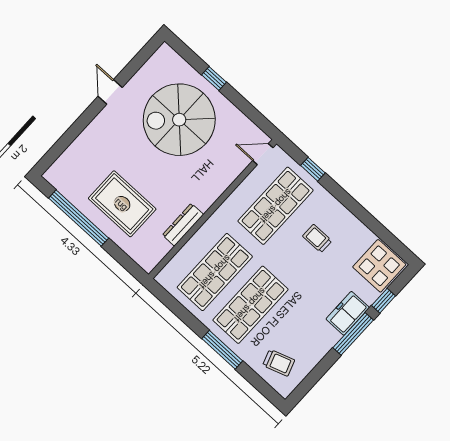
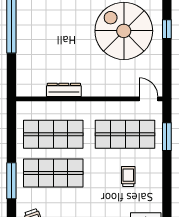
window: (313, 169) -> (167, 137), width x1.50
rug: (122, 204) -> (43, 43), removed

